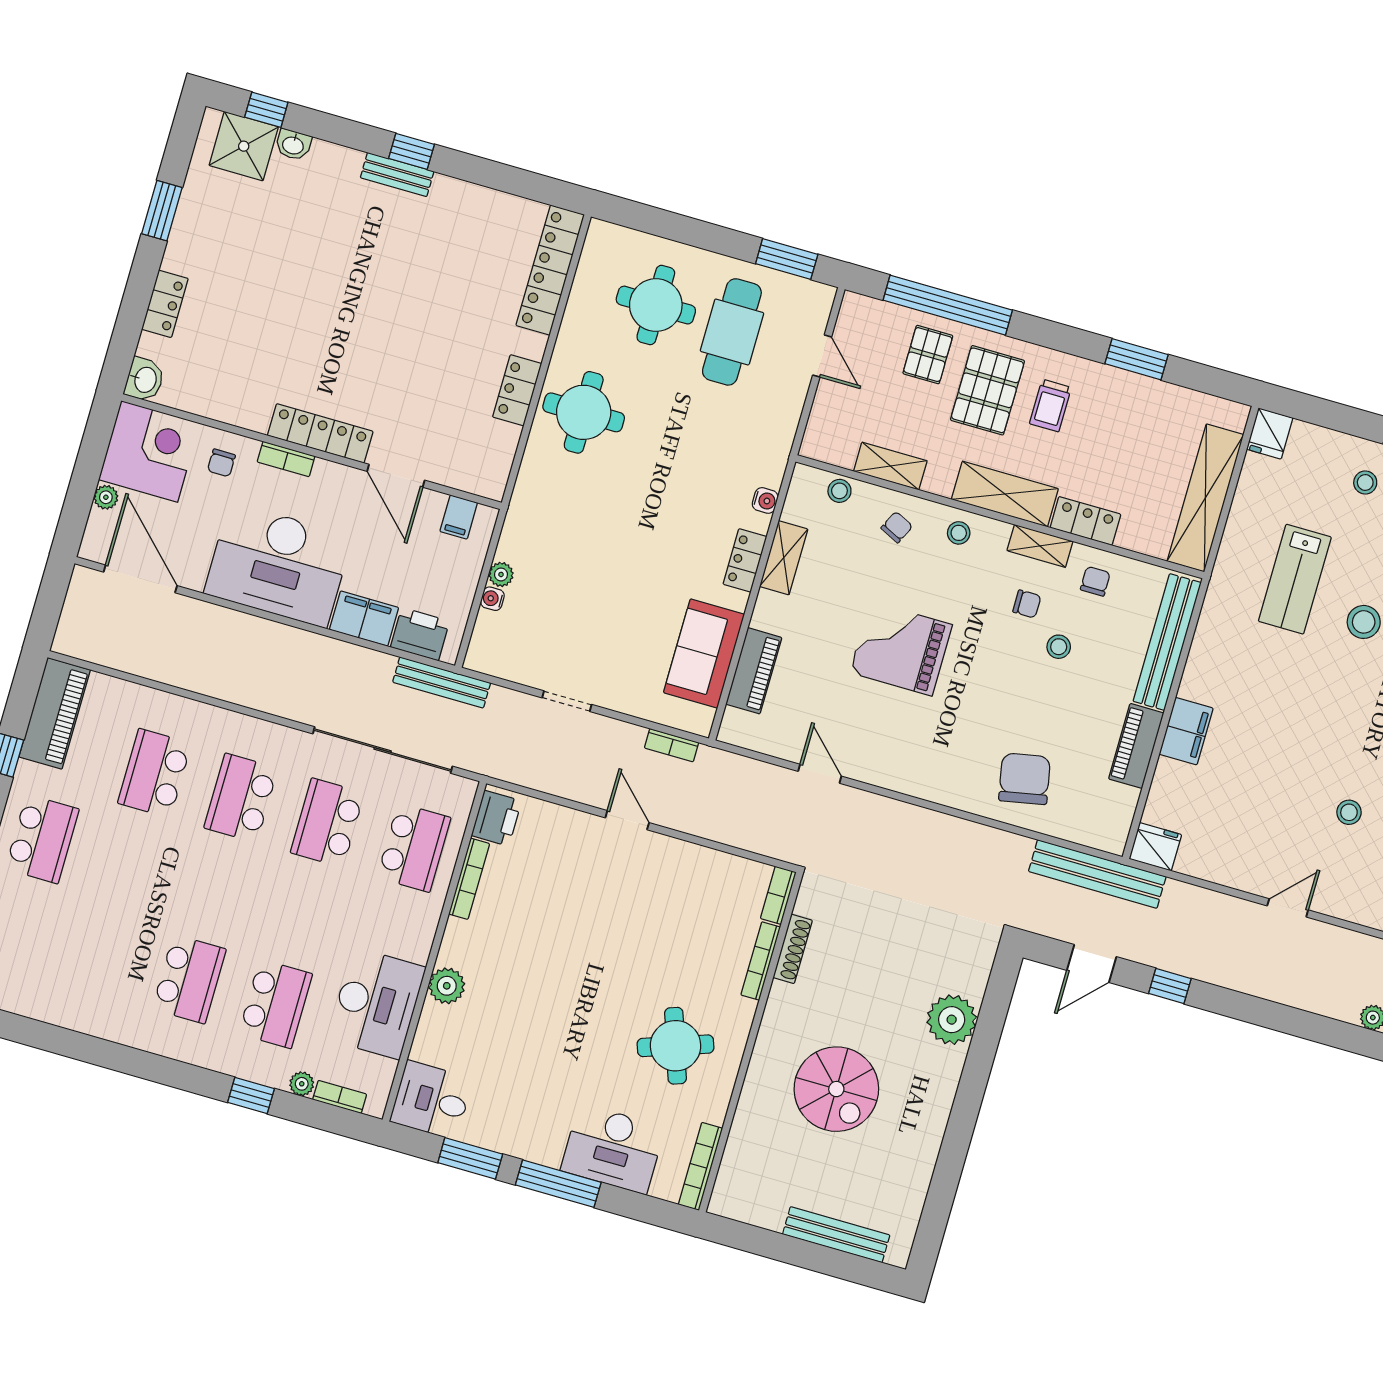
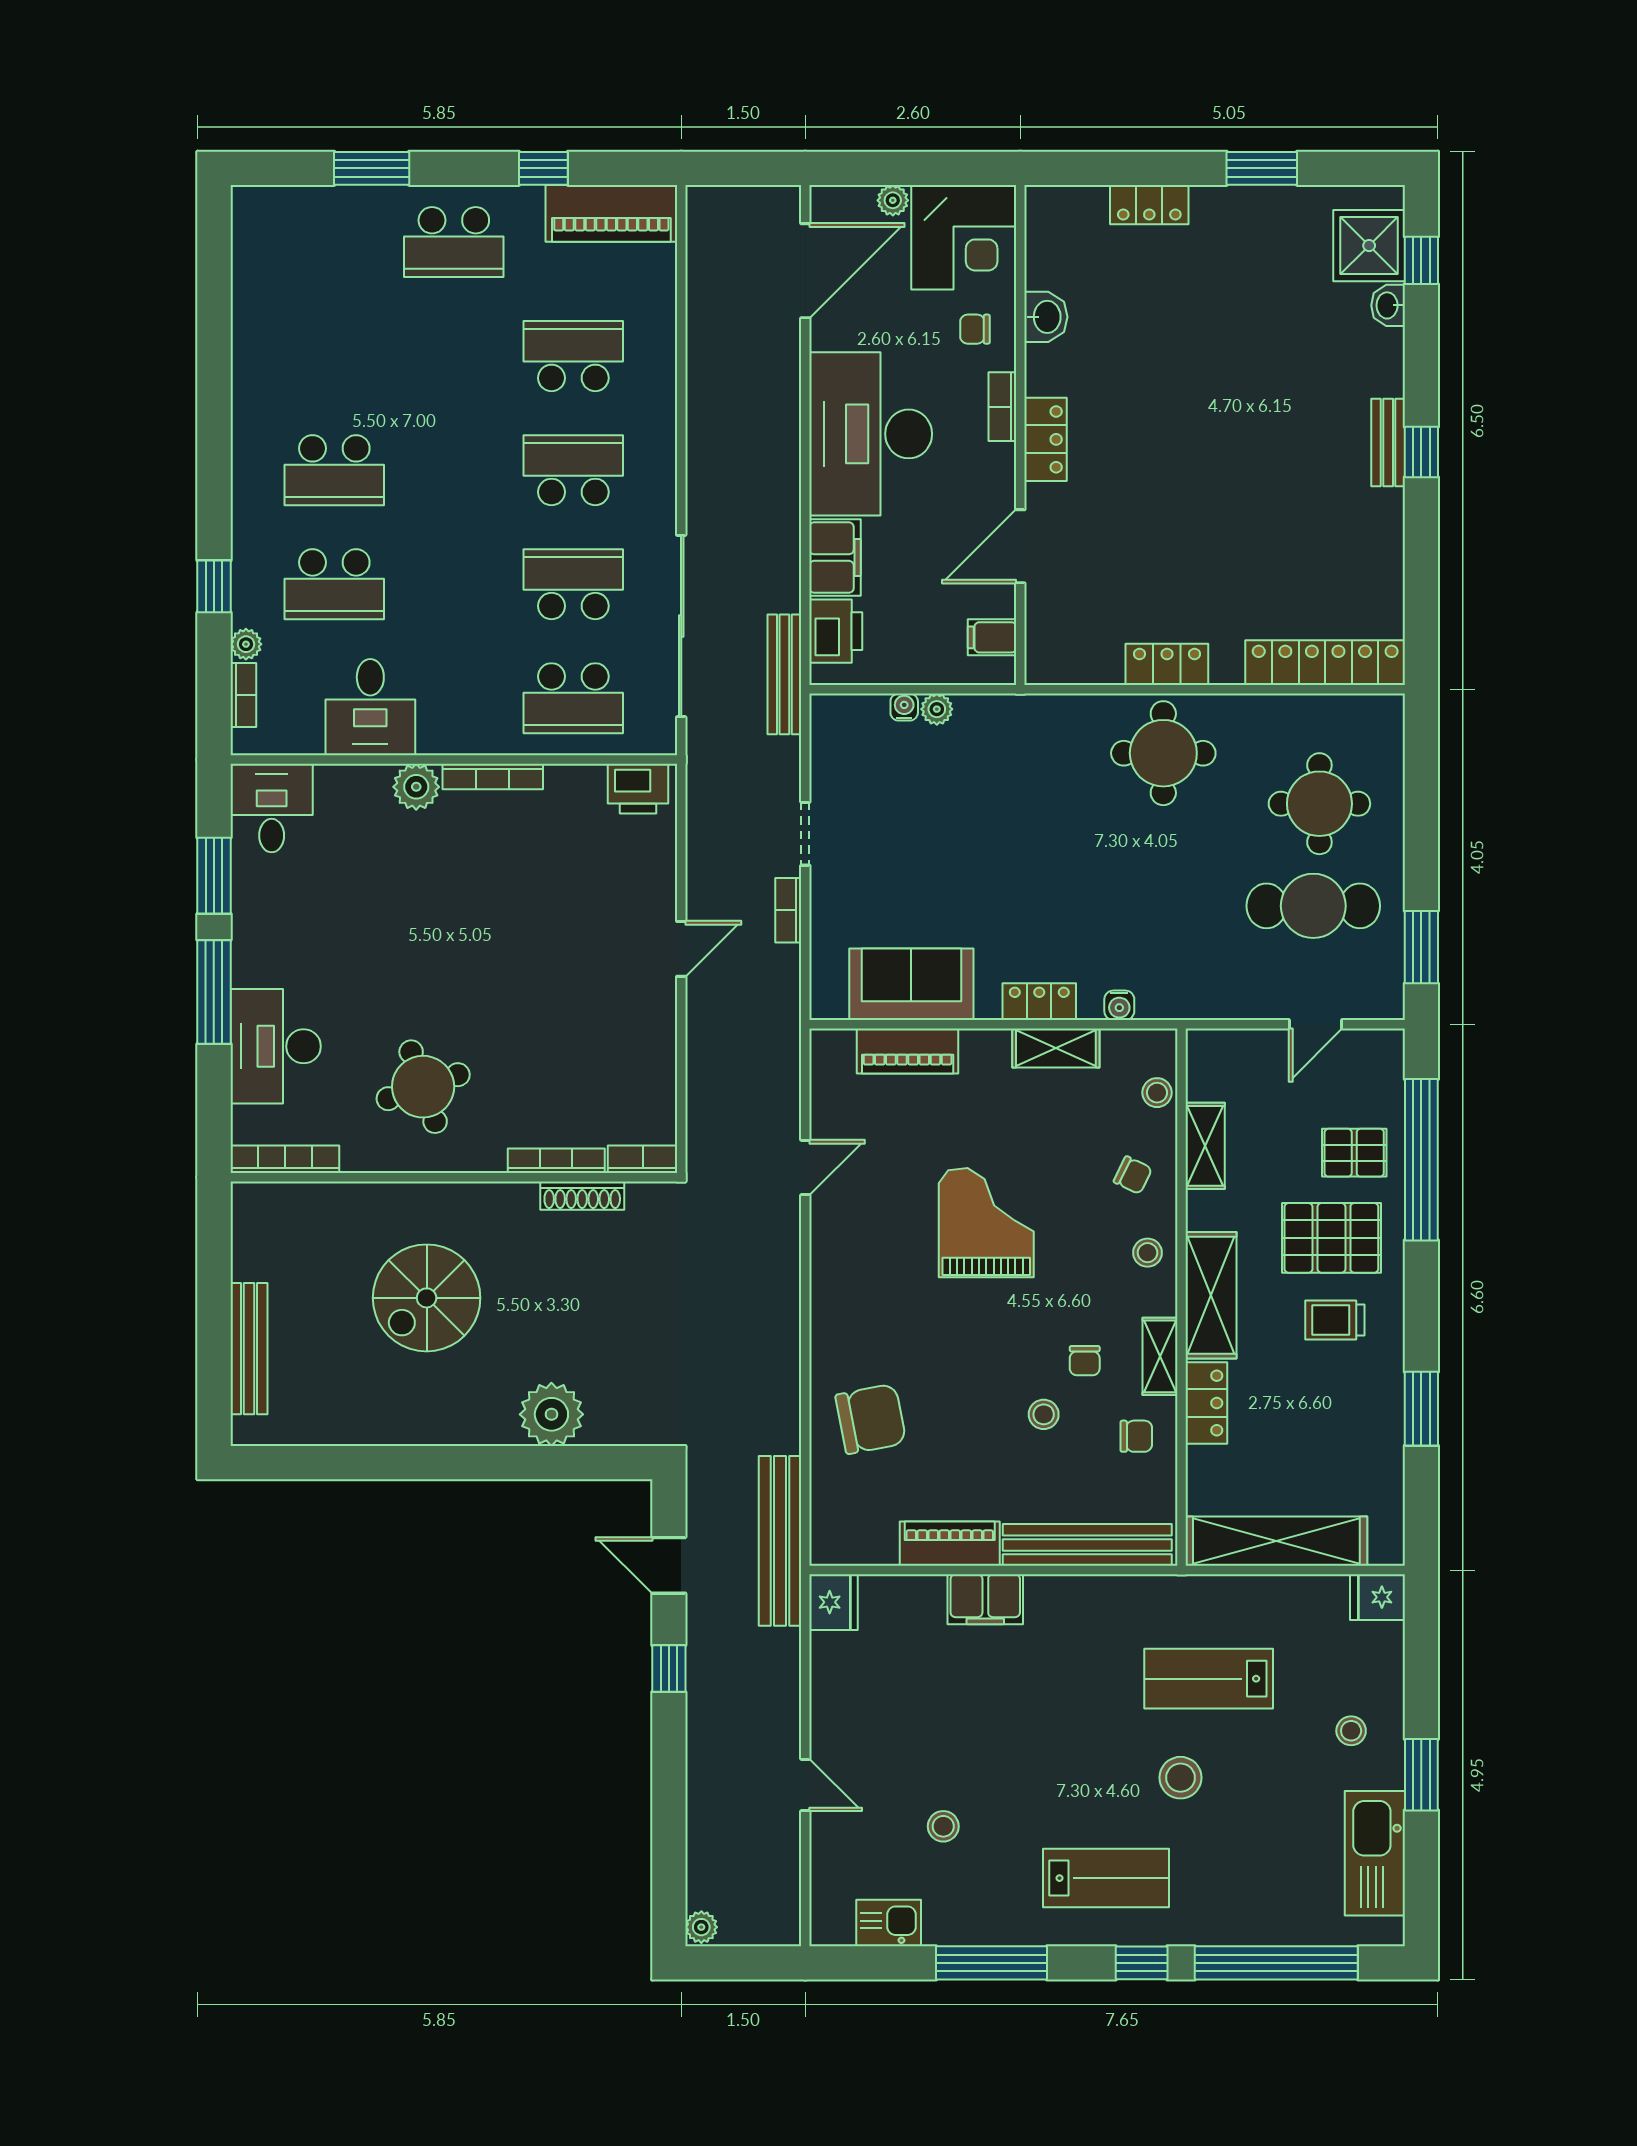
washbasin: (145, 380) -> (1046, 317), moved, turned -90
locker: (320, 433) -> (1046, 439), width x0.66
bookcase: (672, 745) -> (788, 910), moved
bookcase: (469, 879) -> (493, 777), moved
desk: (376, 1003) -> (370, 707), width x0.73

